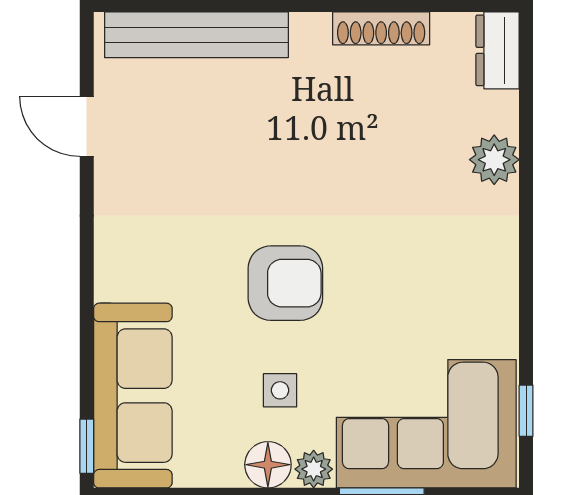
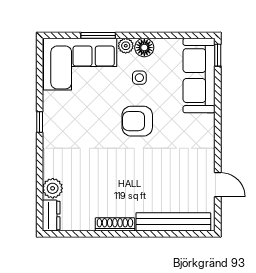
shoe rack: (381, 28) -> (115, 224), moved
plant: (494, 160) -> (53, 188), moved
window: (526, 411) -> (40, 122), moved

